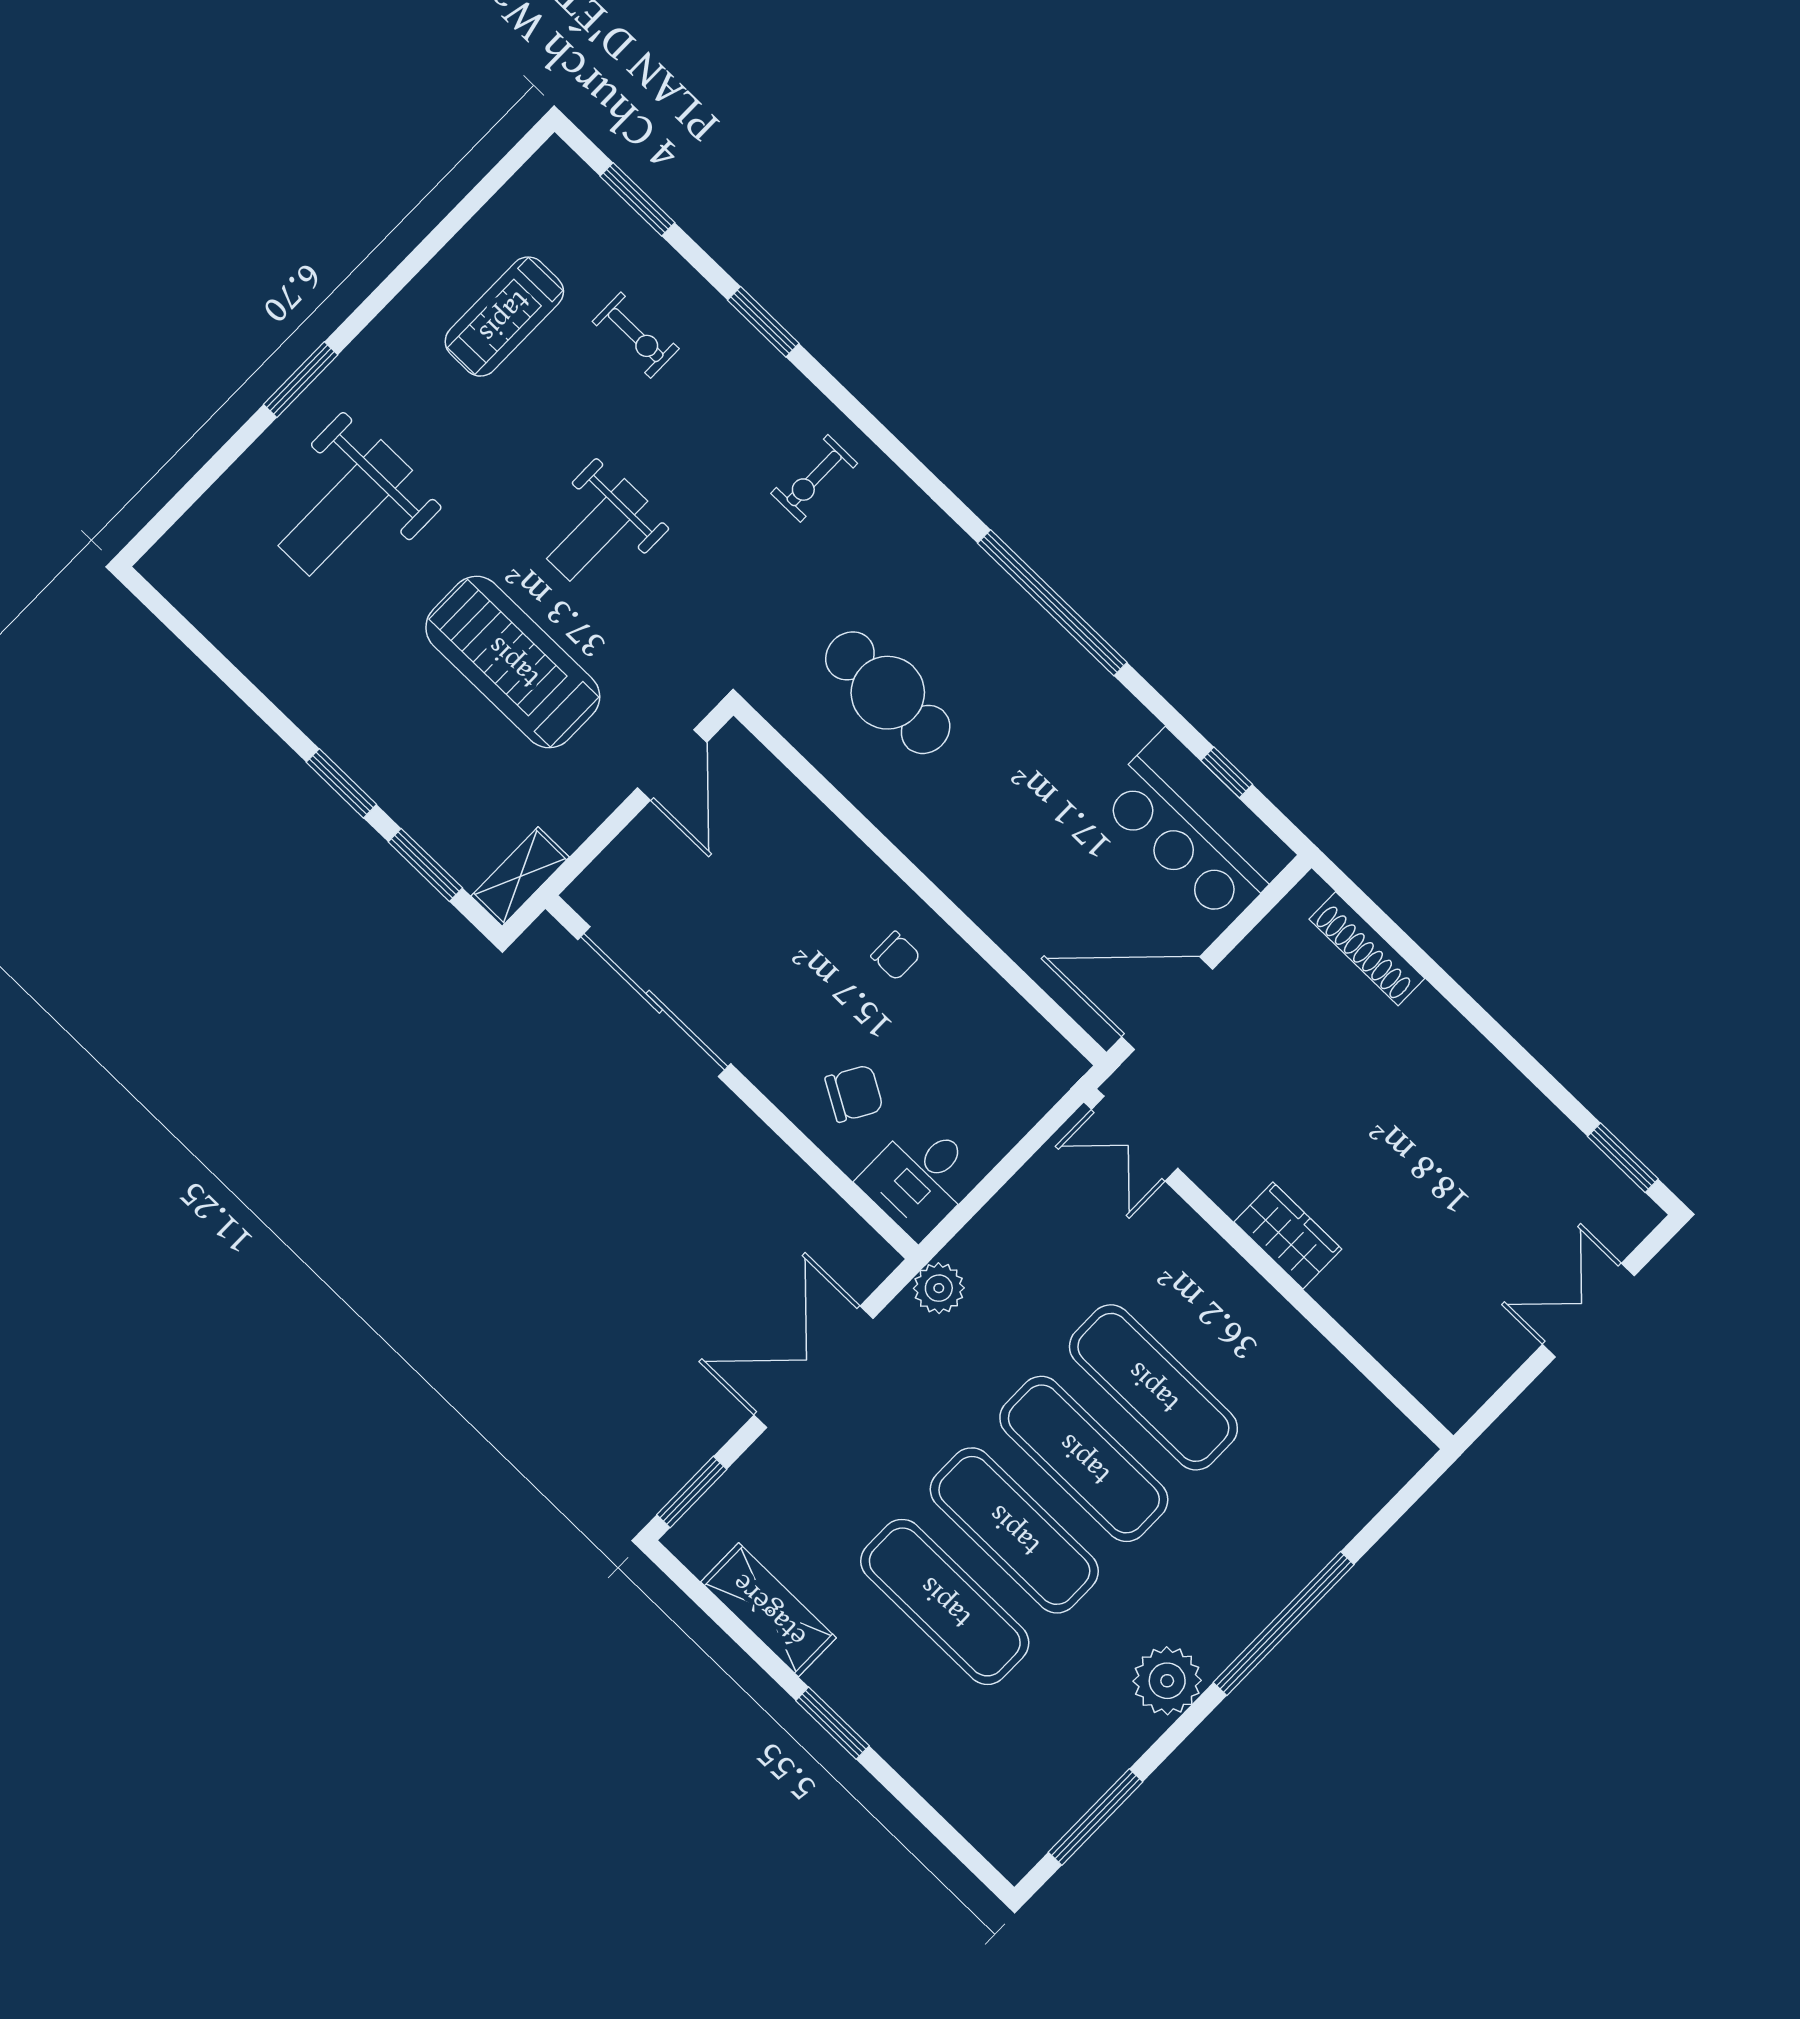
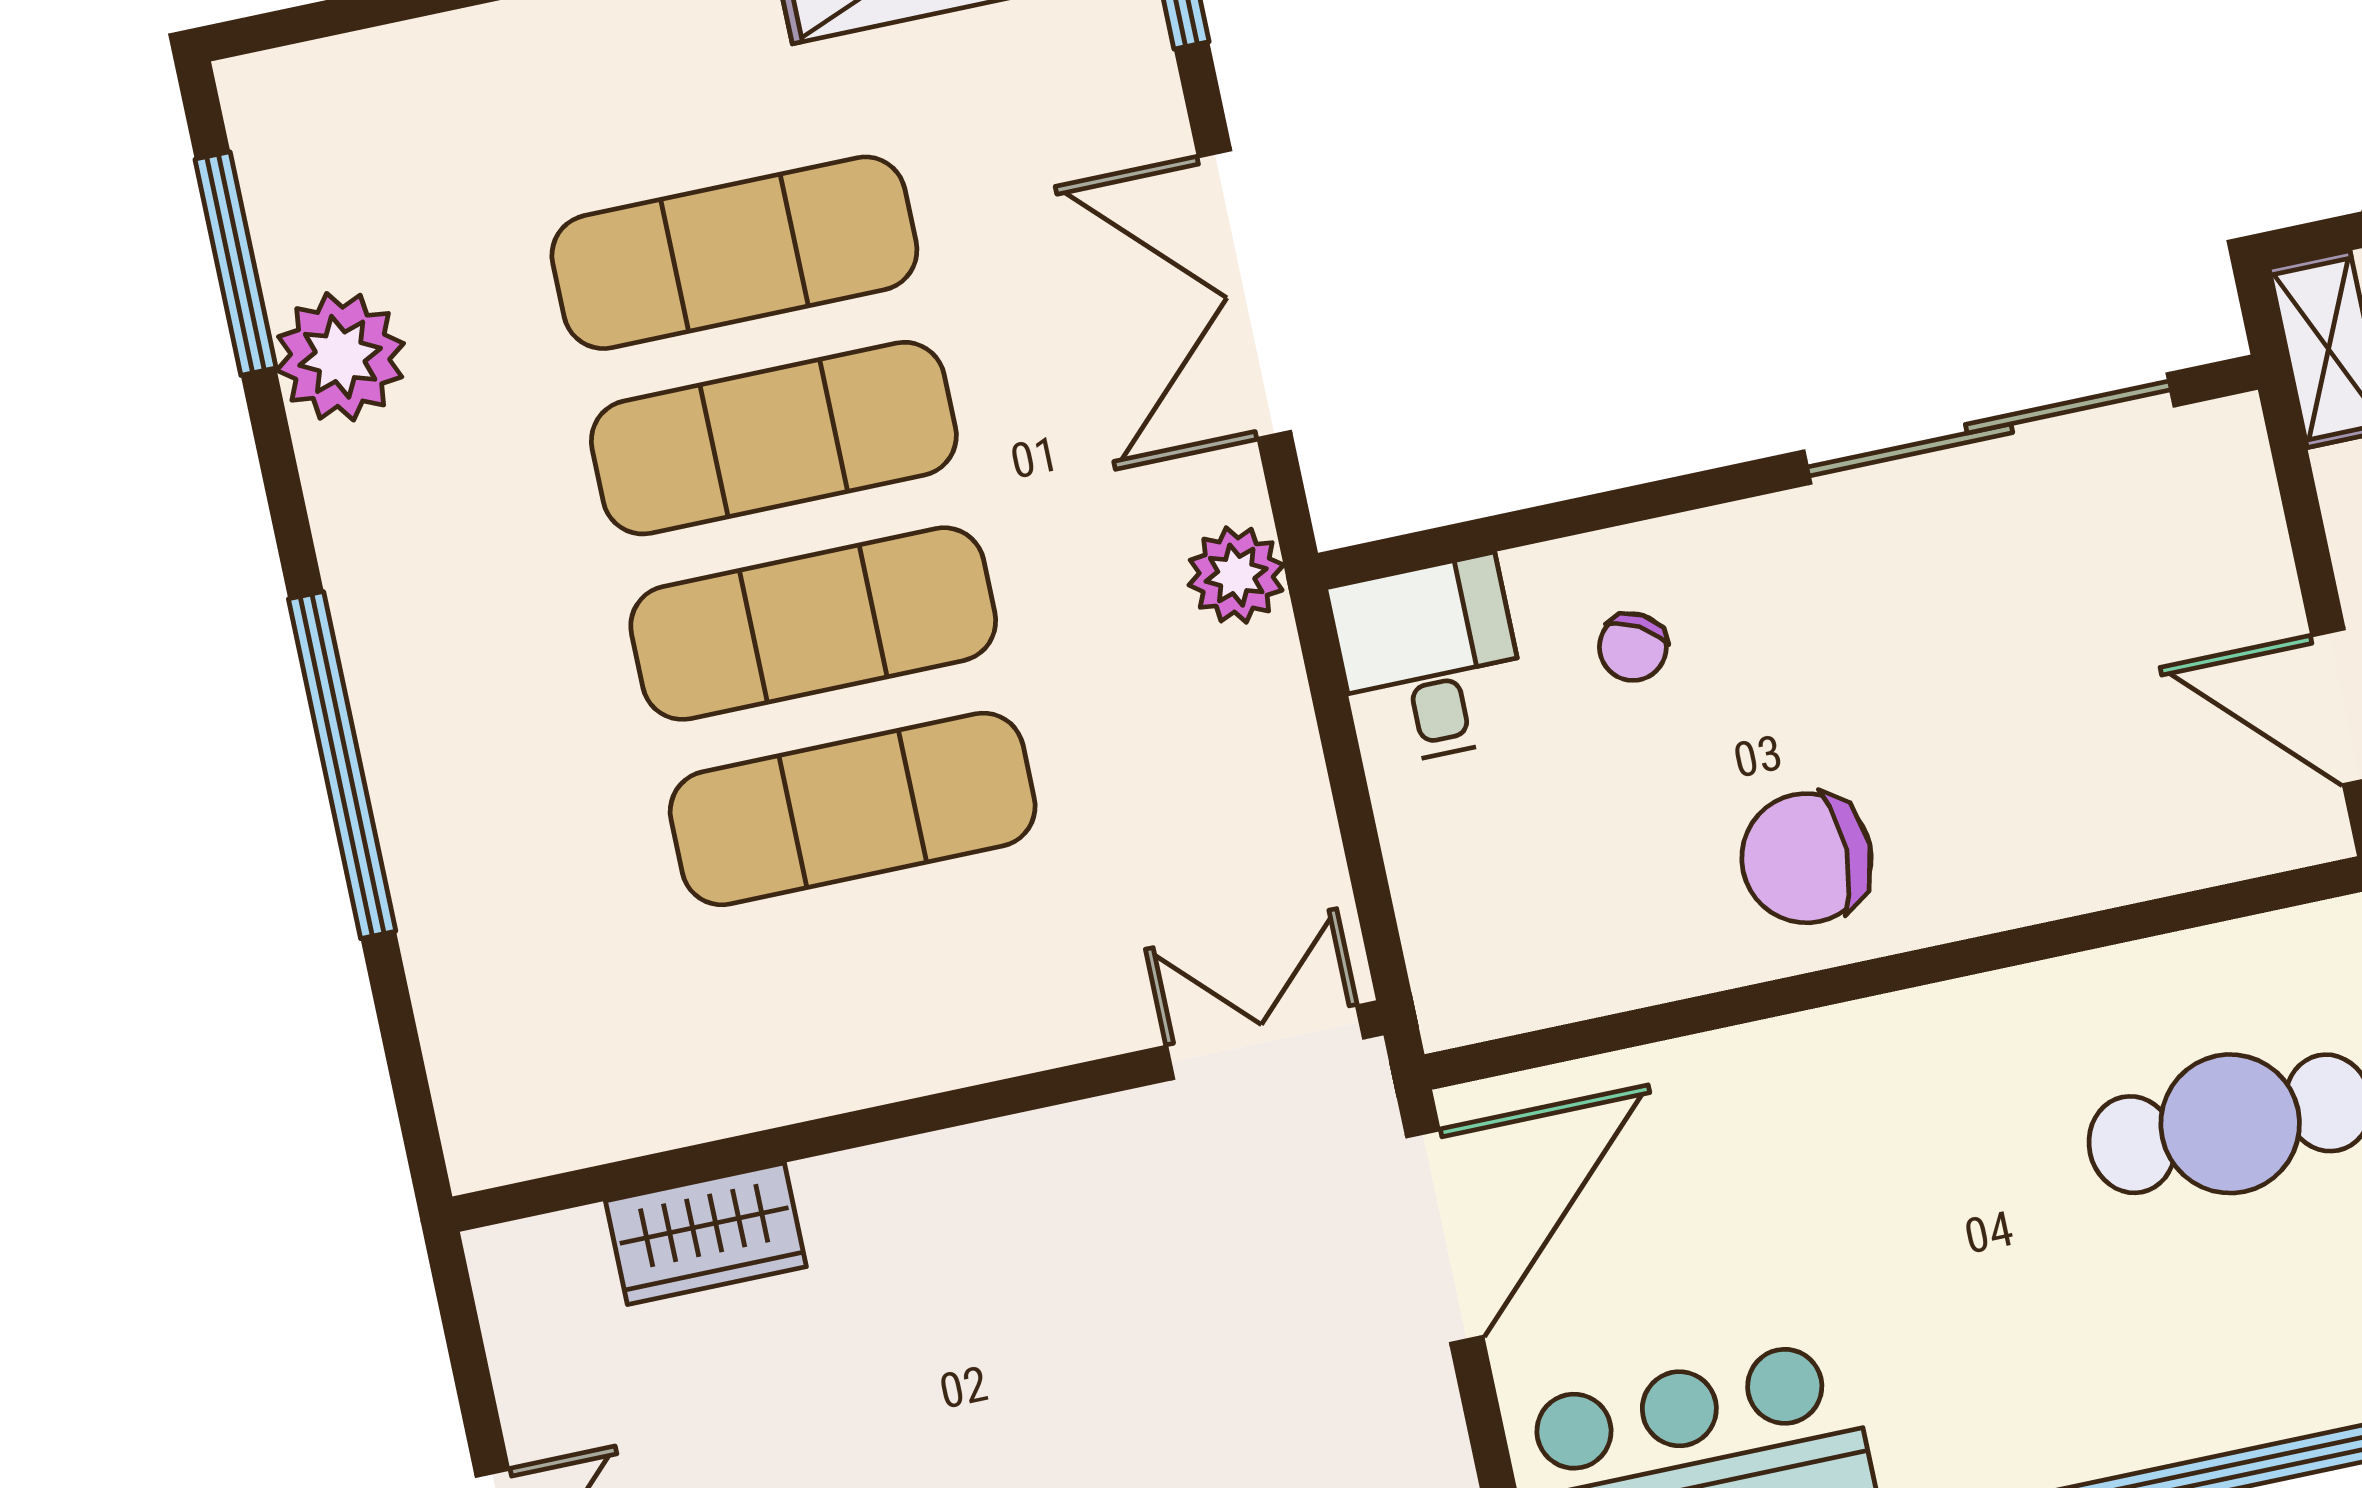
chair: (896, 956) -> (1806, 858), width x1.87, depth x1.87
chair: (854, 1094) -> (1633, 647), width x0.73, depth x0.73
wardrobe: (1288, 1235) -> (706, 1234), moved
double door: (813, 1367) -> (1244, 294), swing flipped
plant: (1167, 1681) -> (340, 357), moved

